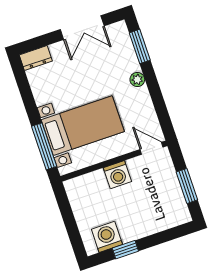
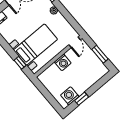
window: (44, 146) -> (20, 63), width x0.46
door: (152, 148) -> (75, 42), swing flipped

